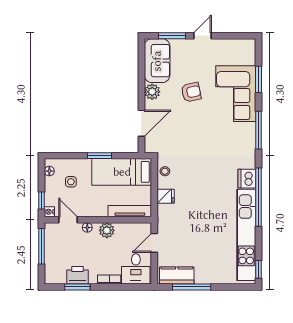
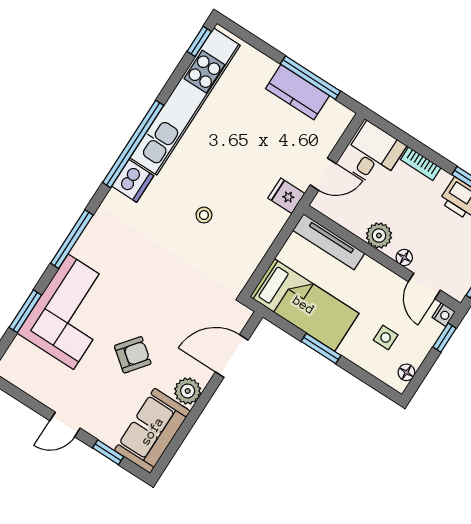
window: (172, 36) -> (108, 452), width x0.67
armchair: (191, 92) -> (133, 355), turned 140
stool: (165, 171) -> (204, 215), moved
fridge: (166, 196) -> (286, 196), moved
kitchen counter: (177, 276) -> (297, 92), moved

